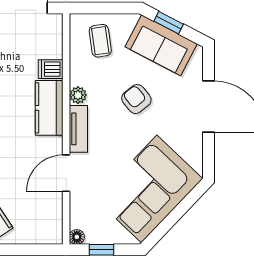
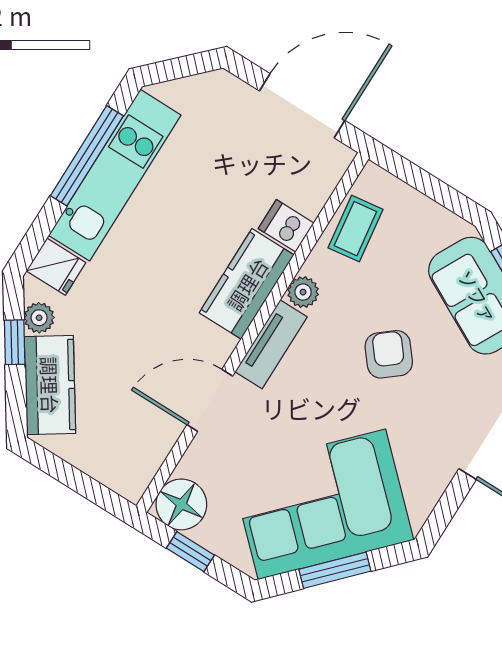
coffee table: (100, 41) -> (355, 229), moved
window: (175, 216) -> (335, 570), added
floor lamp: (77, 237) -> (181, 504), width x1.89, depth x1.89

